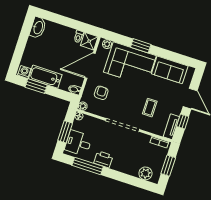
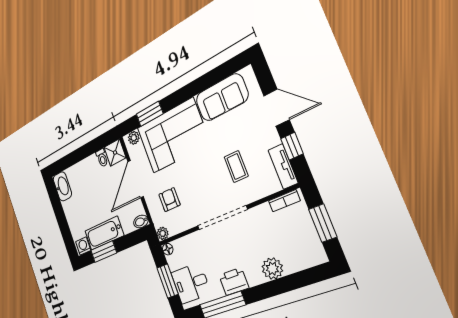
window: (141, 46) -> (150, 114), moved
plant: (145, 173) -> (272, 269), moved

